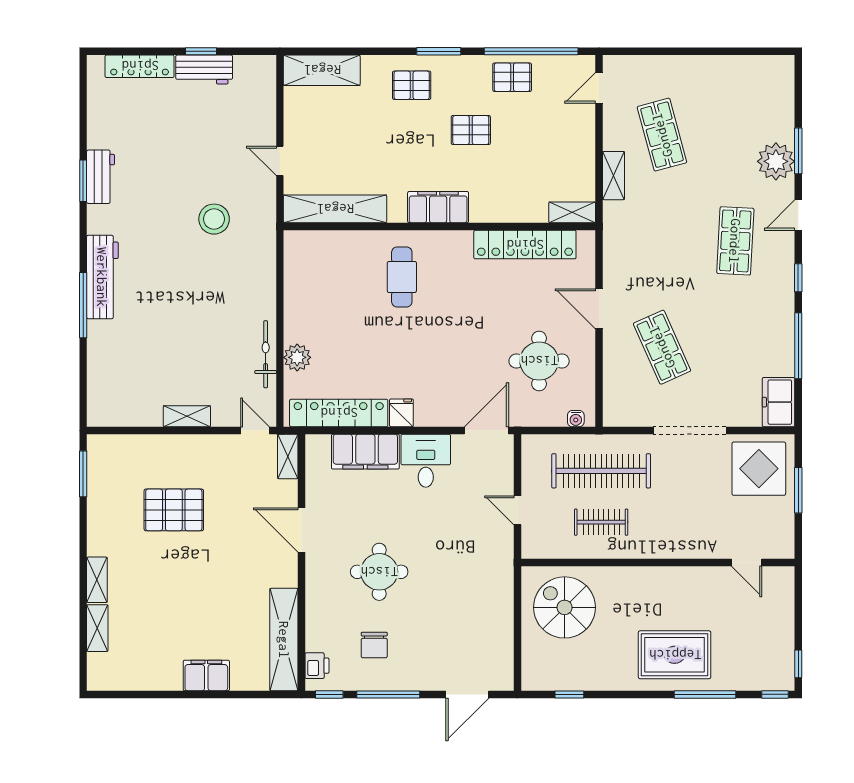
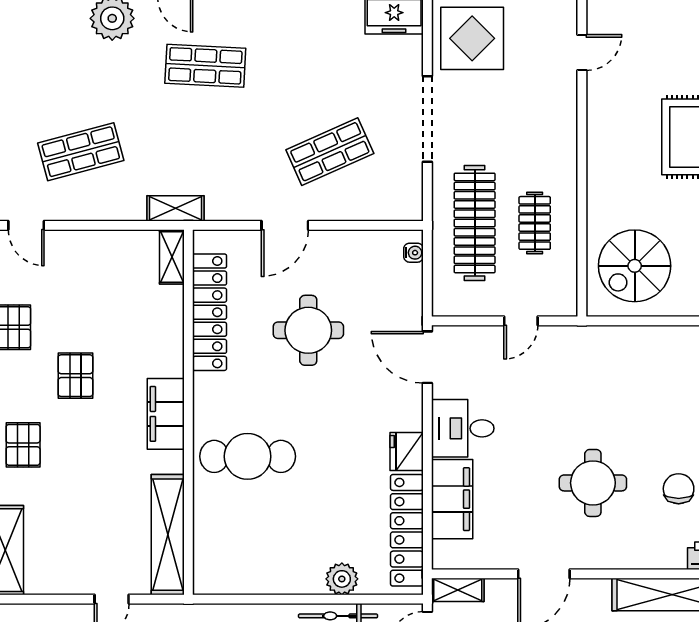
shelving: (614, 176) -> (176, 208), moved
cafe table: (402, 277) -> (248, 456), width x1.37, depth x1.35
round table: (539, 361) -> (308, 330), moved
fridge: (401, 413) -> (407, 452), width x1.38
chair: (374, 645) -> (679, 489), turned -90

